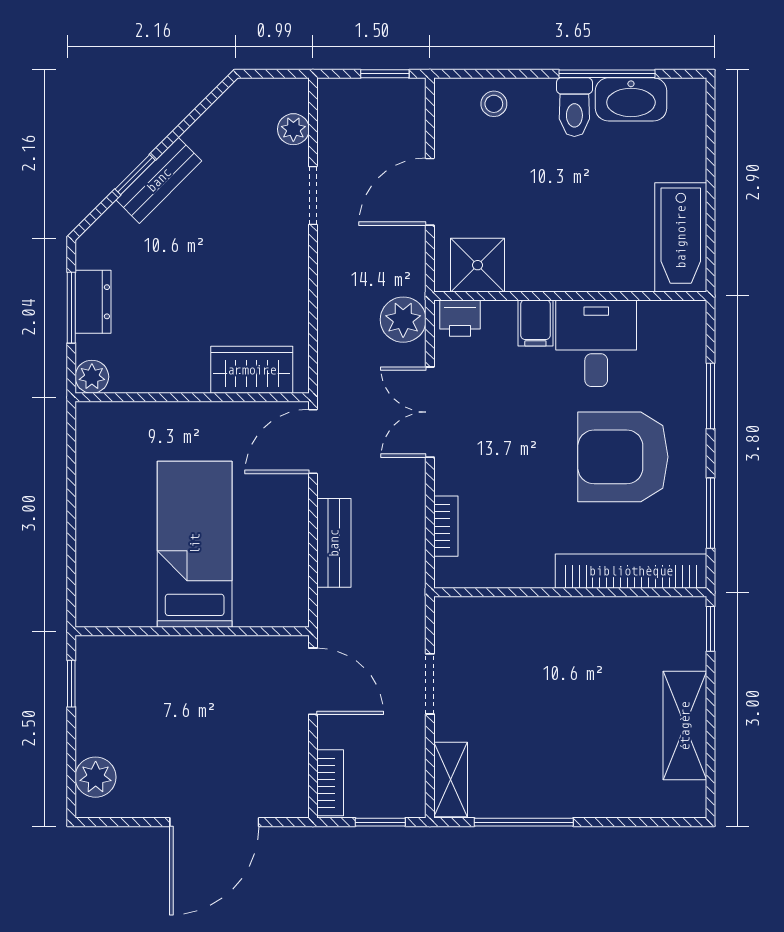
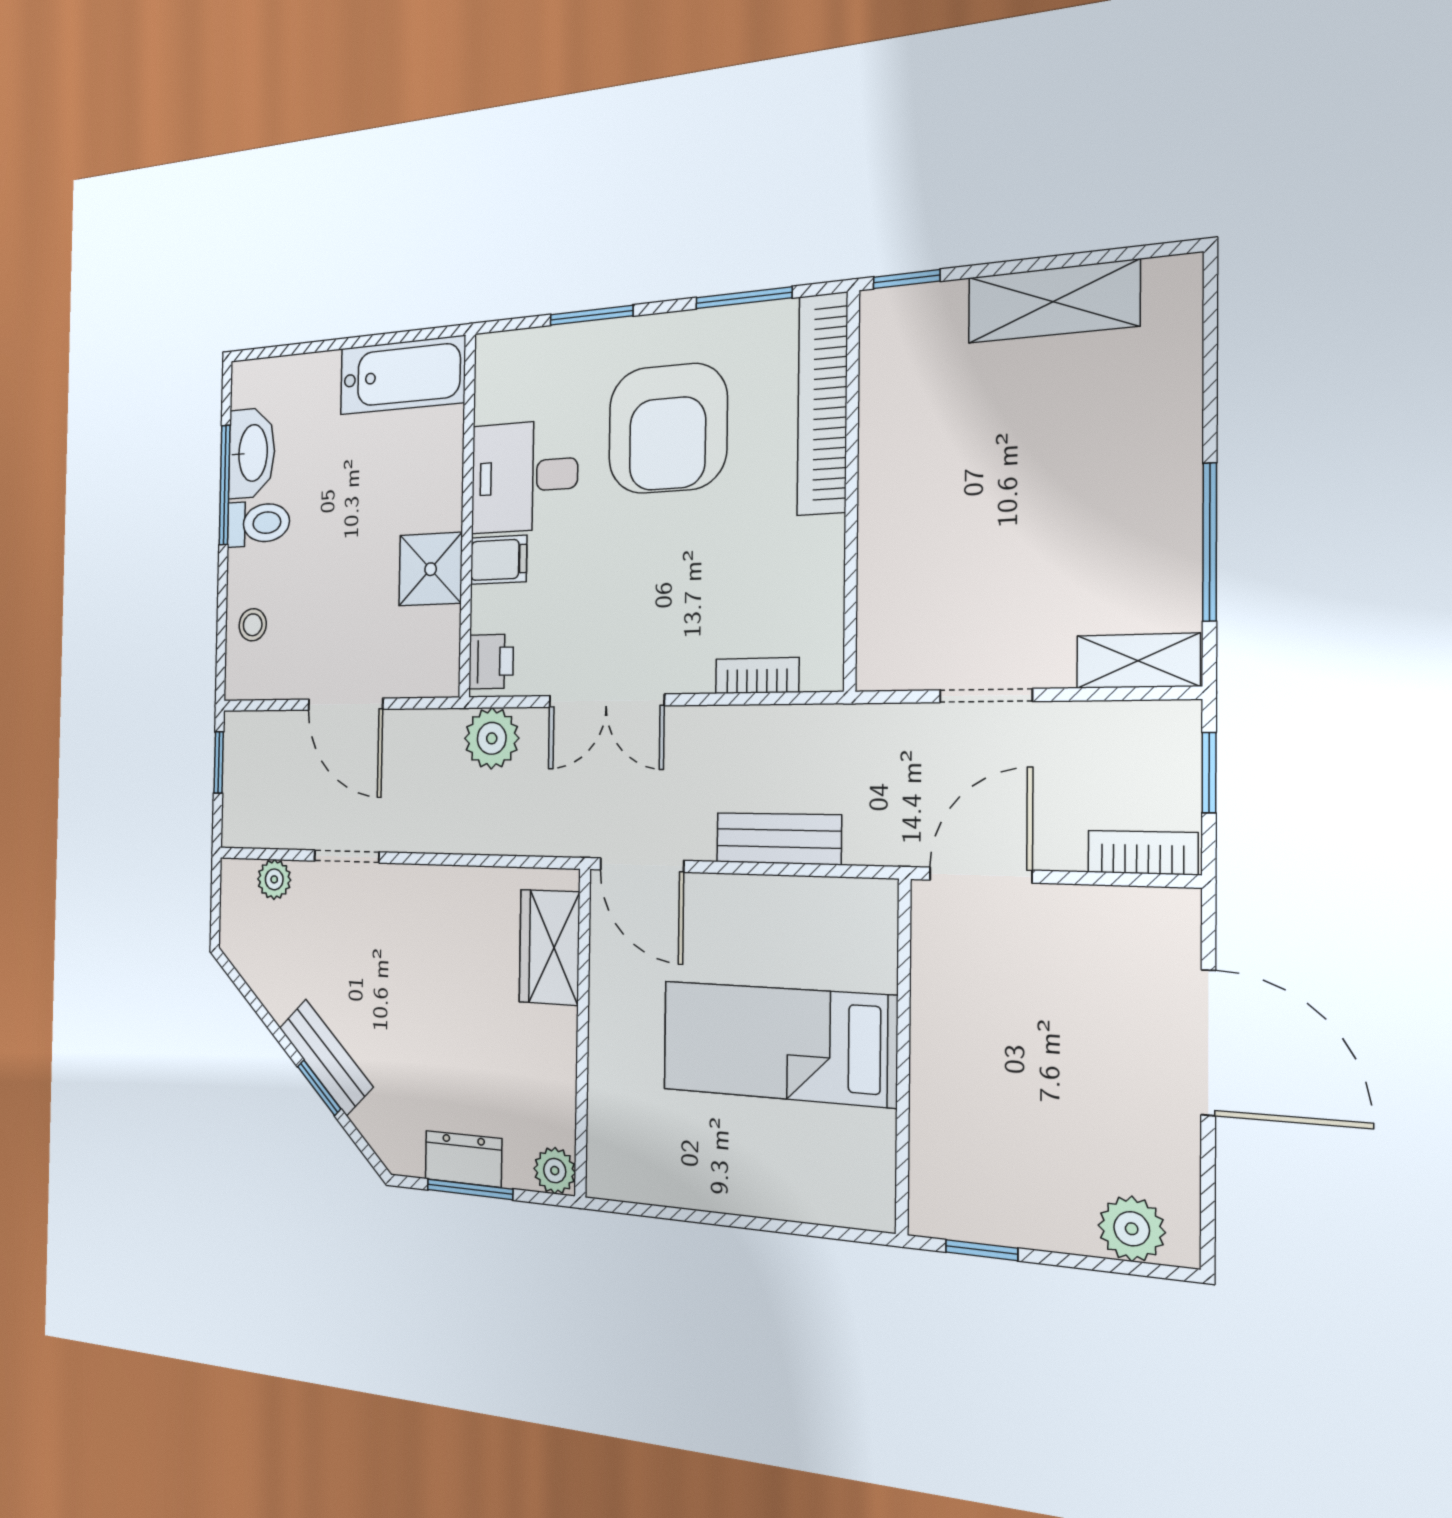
shower: (478, 265) -> (431, 569), moved

